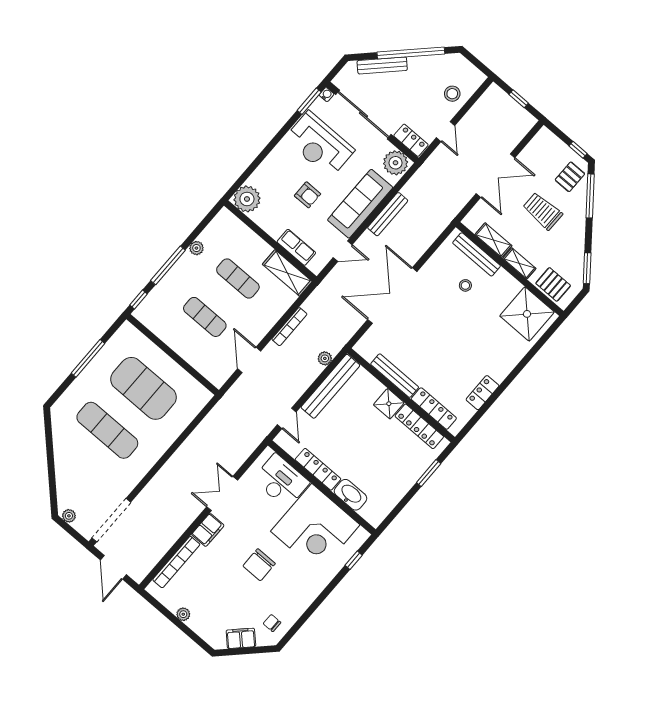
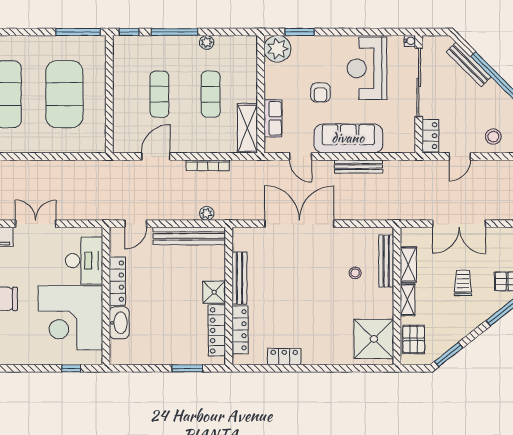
window: (309, 101) -> (299, 32), moved
plant: (396, 163) -> (403, 139), removed
trolley: (543, 211) -> (463, 283), width x0.73, depth x0.72
window: (88, 358) -> (78, 32), moved

